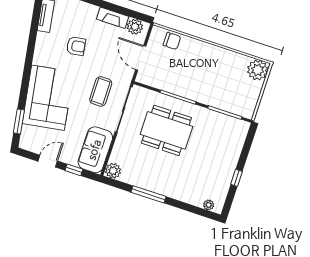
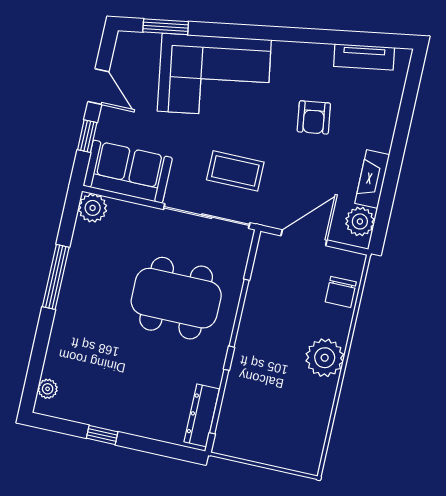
plant: (258, 70) -> (325, 358), moved
dresser: (231, 123) -> (202, 415), added
dining table: (166, 130) -> (176, 298), turned 90

